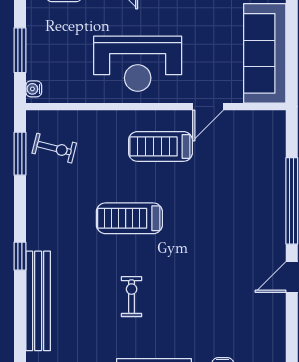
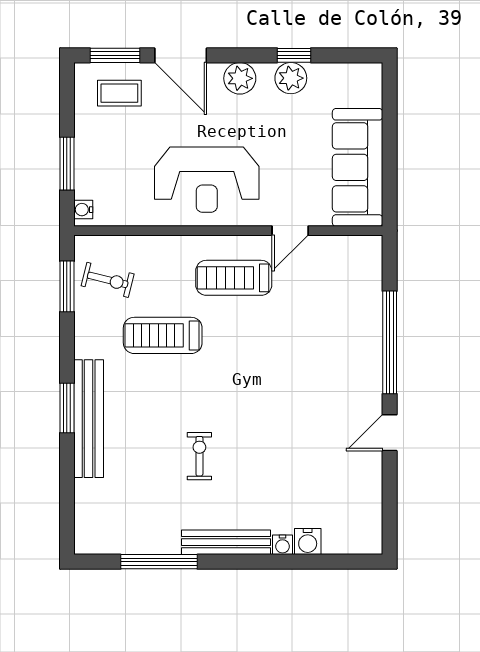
treadmill: (129, 218) -> (163, 335), moved
window: (20, 256) -> (67, 408), width x1.50
bench: (38, 301) -> (89, 419), moved

